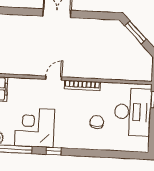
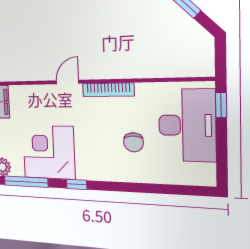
chair: (97, 122) -> (133, 142), turned 180

